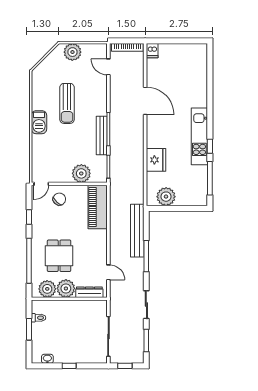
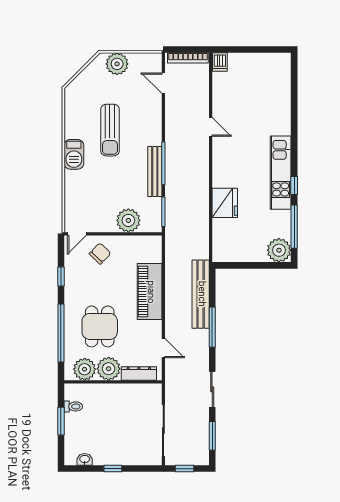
door: (145, 101) -> (211, 127), width x0.53
plant: (166, 197) -> (279, 250), moved
piano: (98, 207) -> (150, 292), moved

